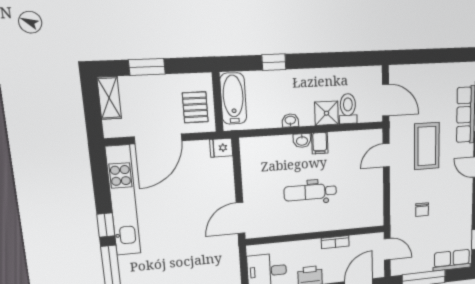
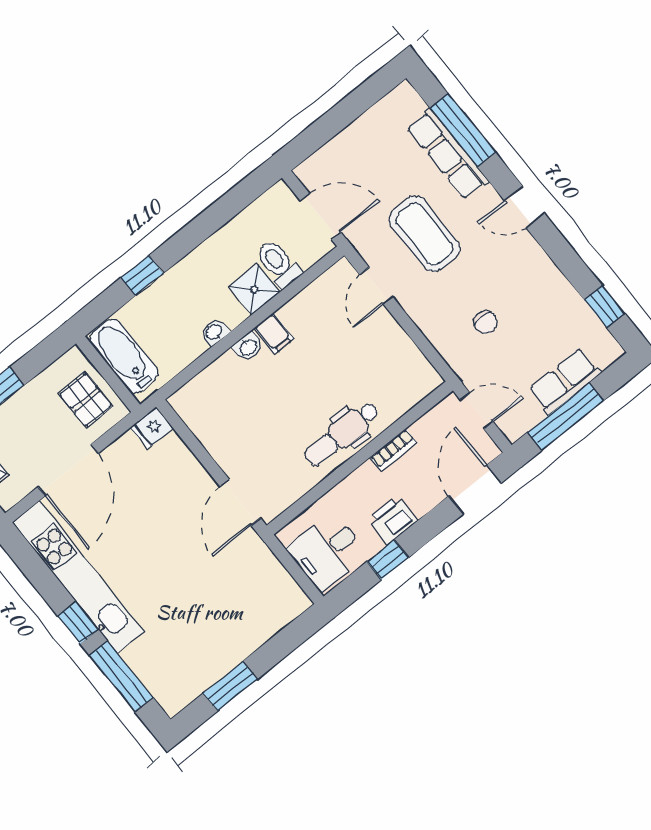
dental chair: (310, 192) -> (342, 434), moved
row of seats: (452, 260) -> (565, 381), moved

